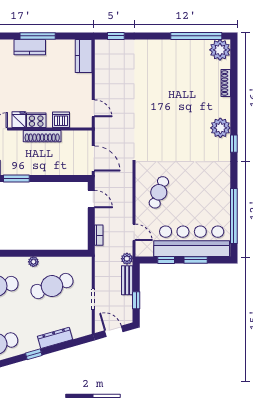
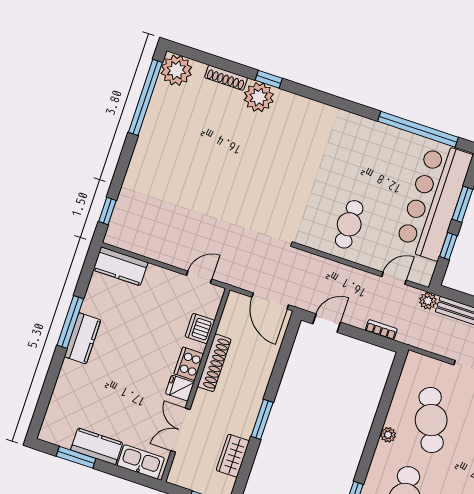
plant: (220, 128) -> (259, 97), moved
window: (234, 144) -> (269, 79), moved
door: (93, 158) -> (270, 301), swing flipped
cafe table: (159, 192) -> (349, 224), turned 69

